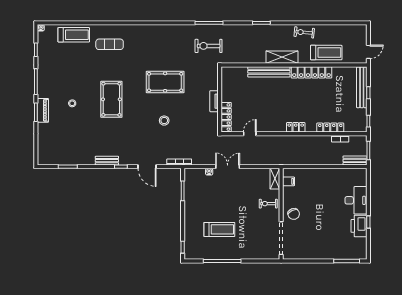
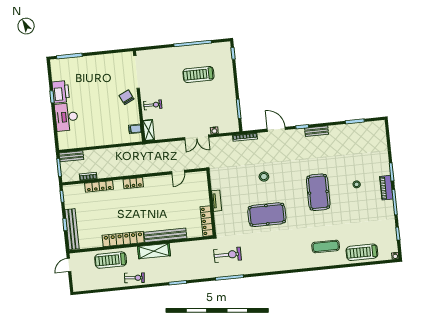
piano: (43, 110) -> (386, 188), moved
locker: (226, 117) -> (207, 221), moved

